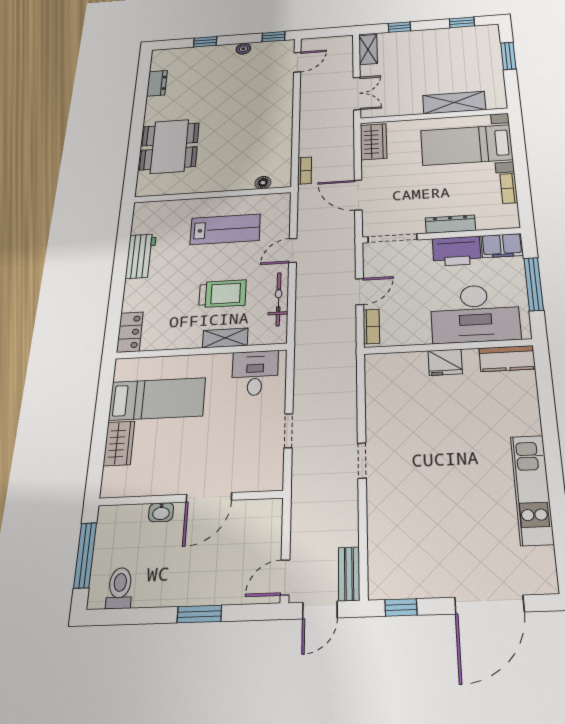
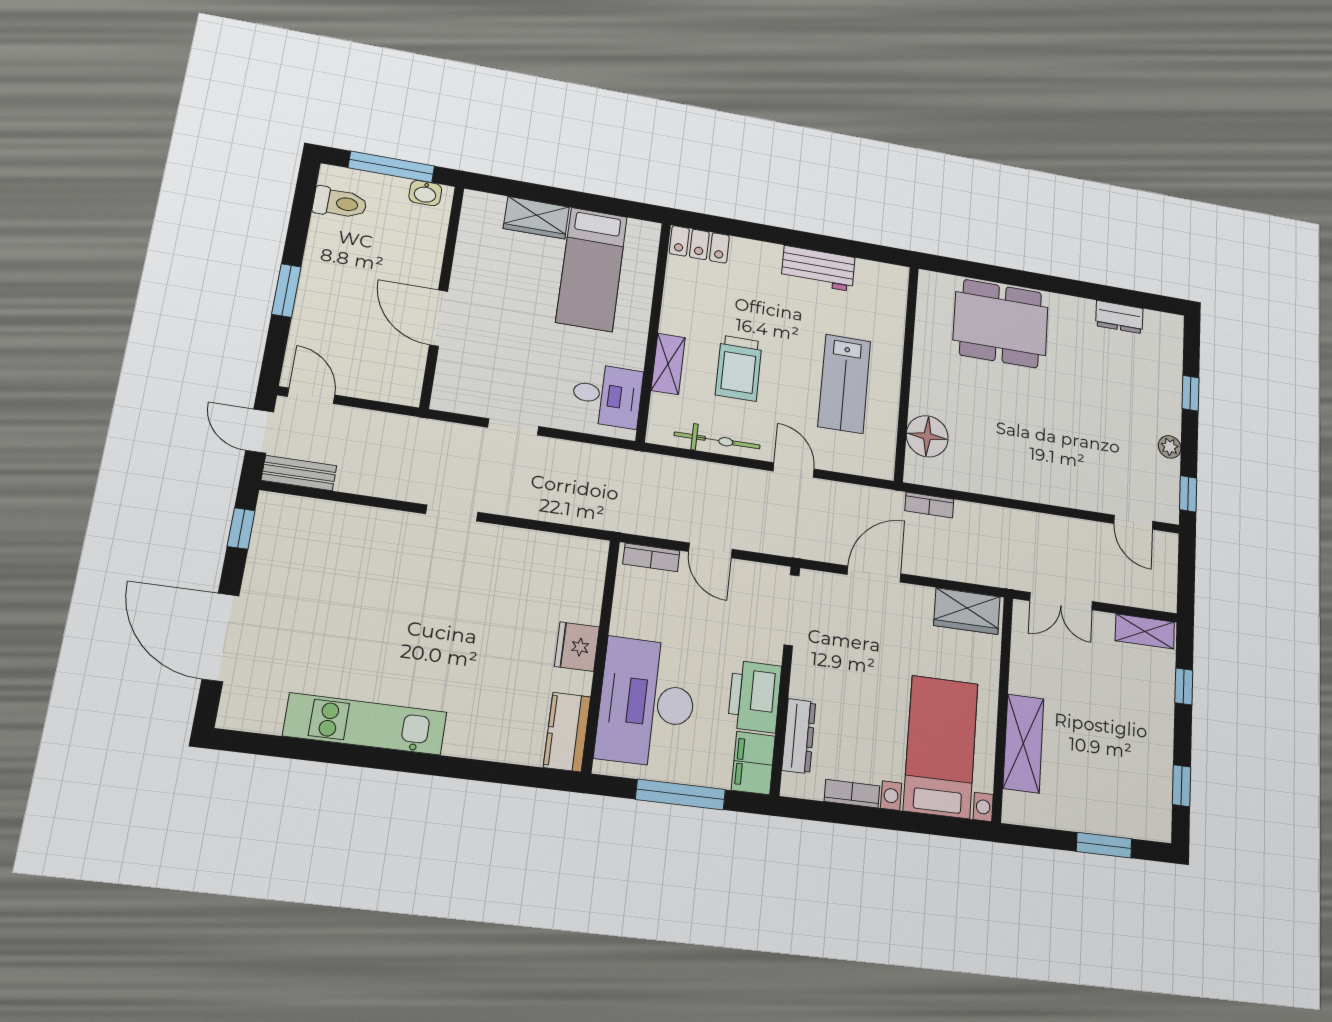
floor lamp: (263, 183) -> (927, 436), width x1.89, depth x1.89
dresser: (450, 224) -> (799, 736), moved
washbasin: (161, 512) -> (425, 193), moved, turned -90

